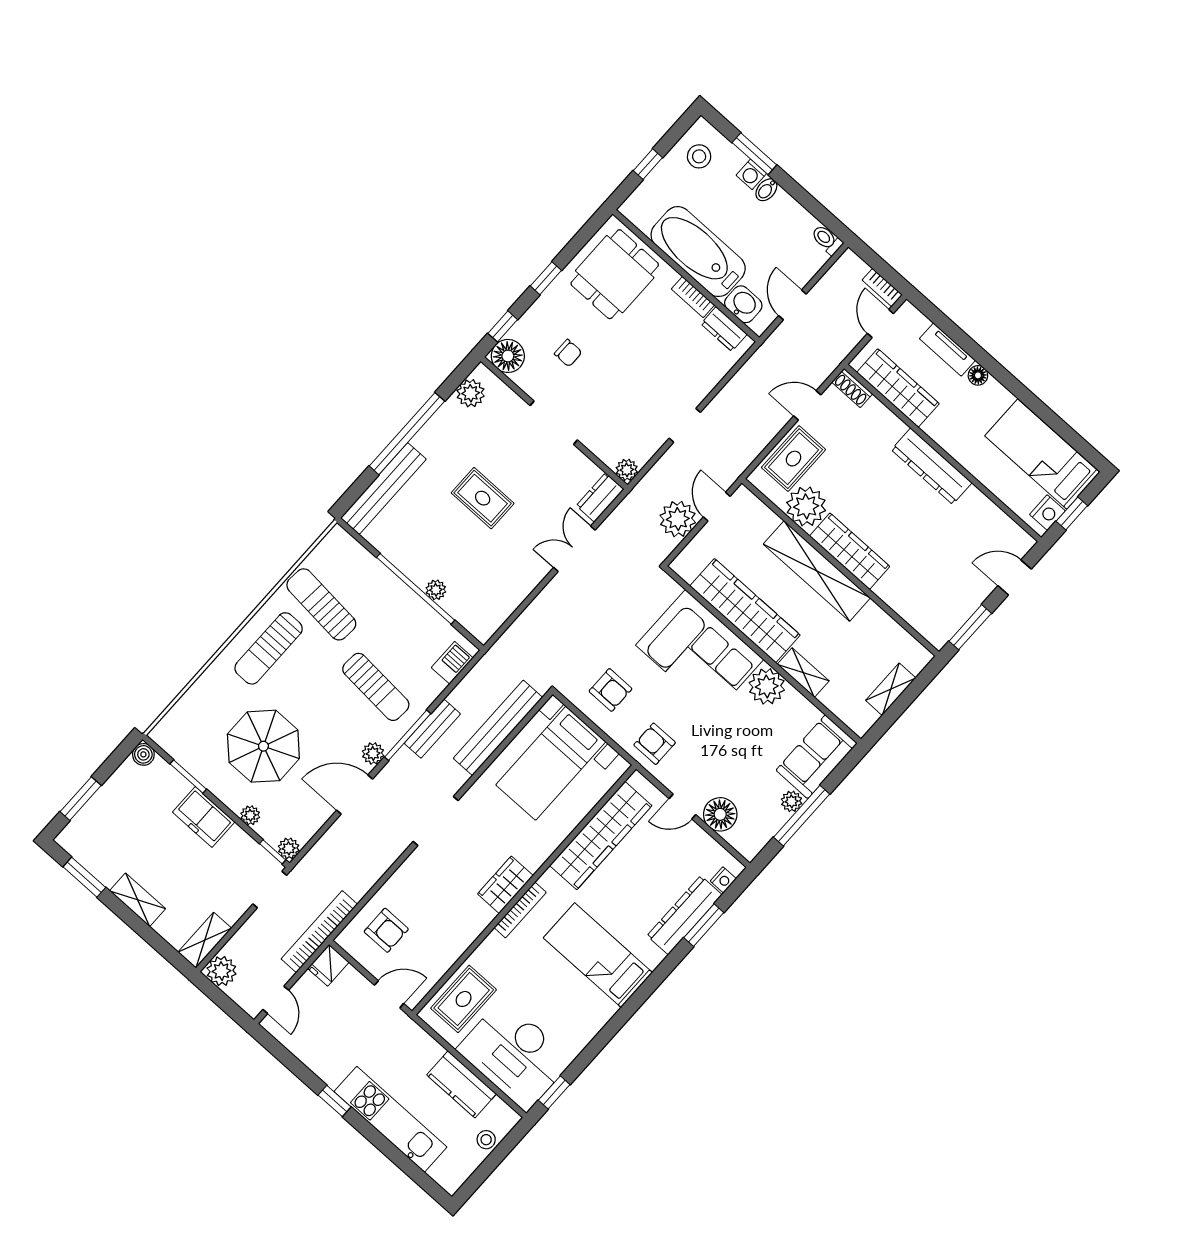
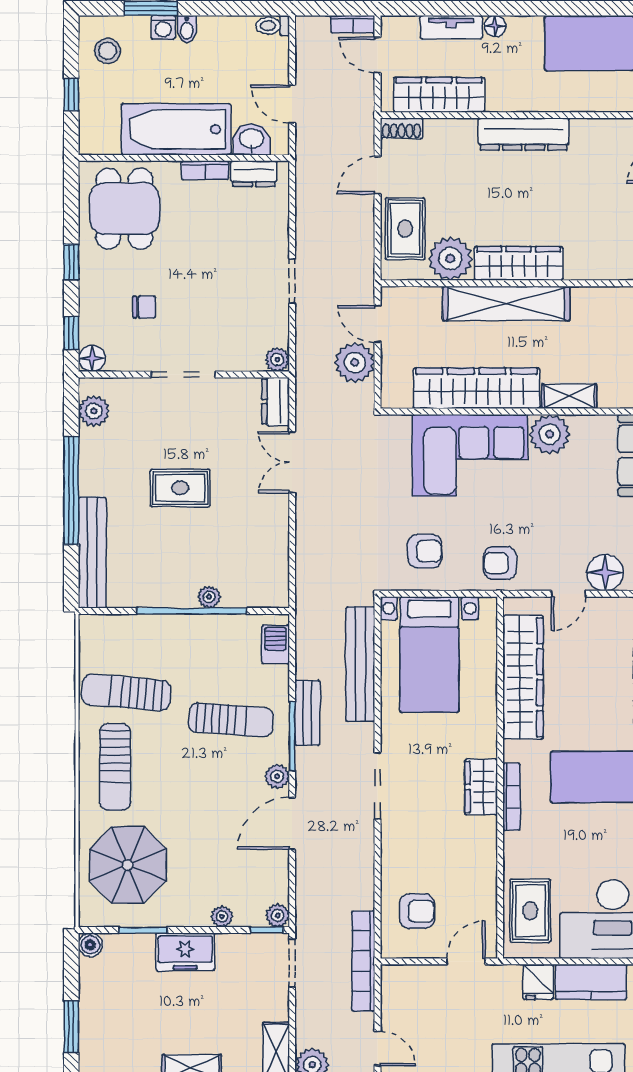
floor lamp: (508, 356) -> (92, 358), width x0.73, depth x0.73
parasol: (263, 746) -> (128, 865), moved
fridge: (328, 965) -> (538, 982), moved

